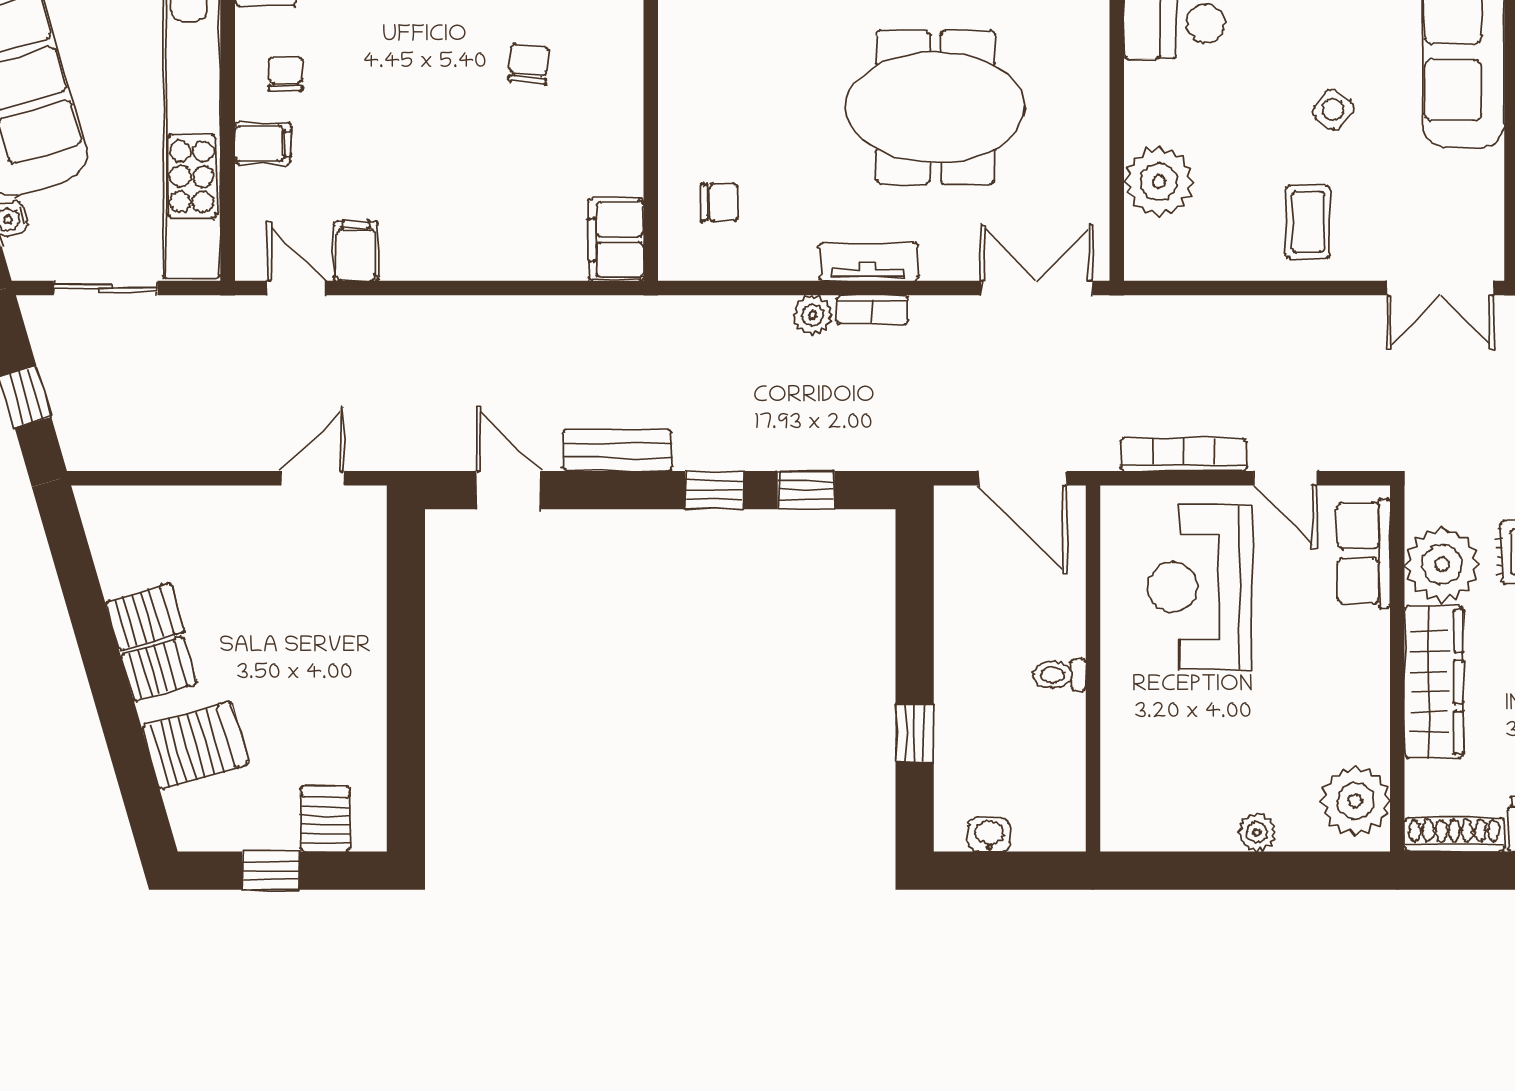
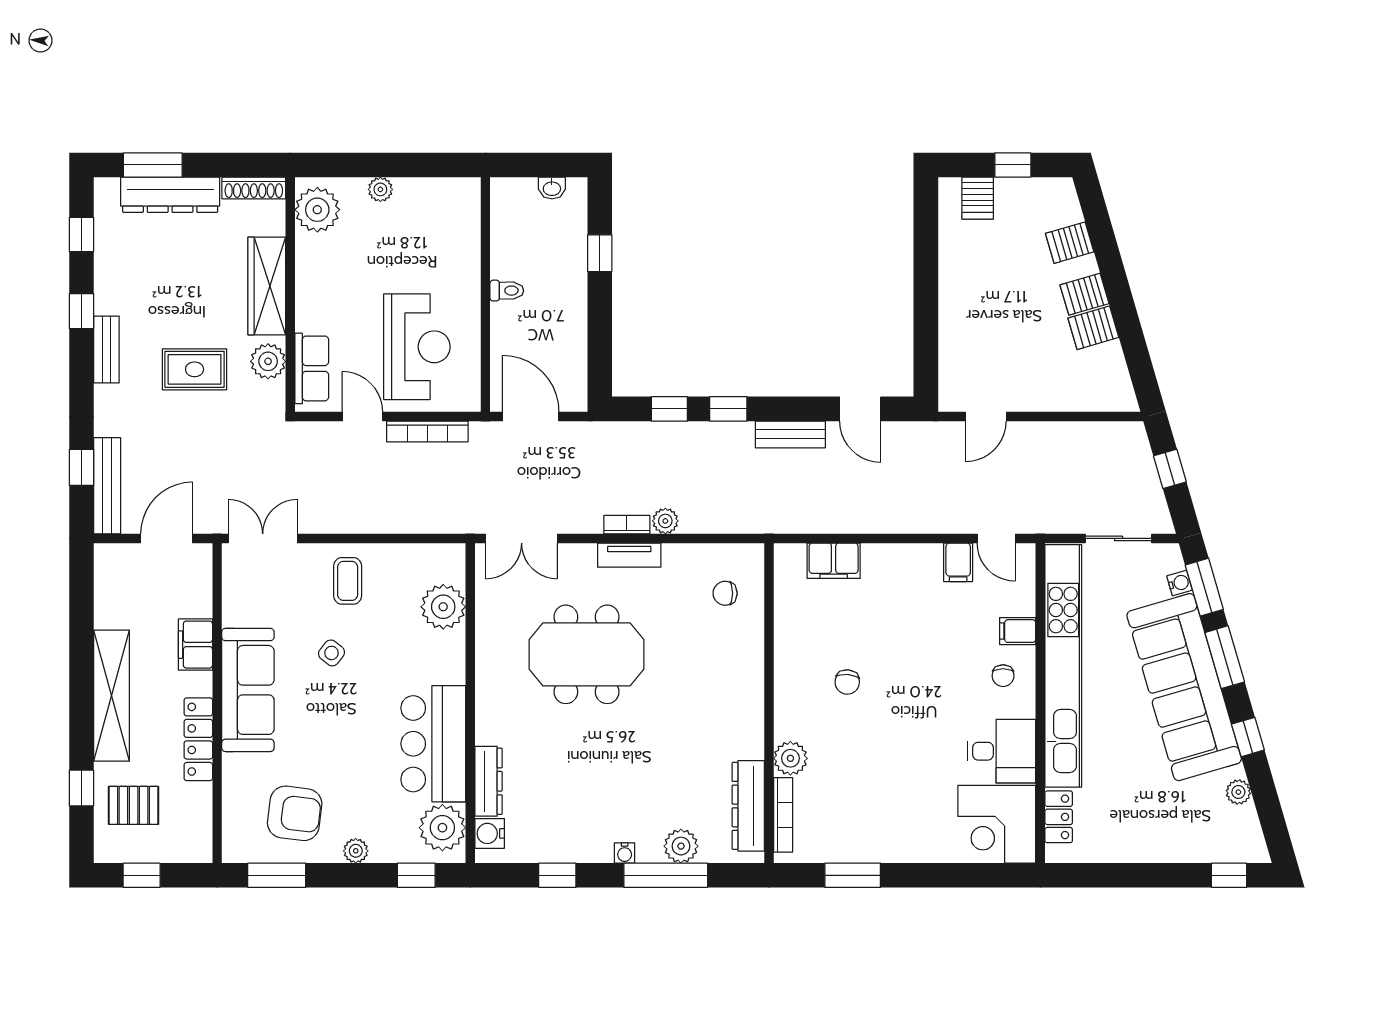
filing cabinet: (616, 240) -> (834, 561), moved, turned 90
plant: (1442, 564) -> (268, 361), width x0.73, depth x0.73
server rack: (195, 746) -> (1070, 243), width x0.73, depth x0.70

